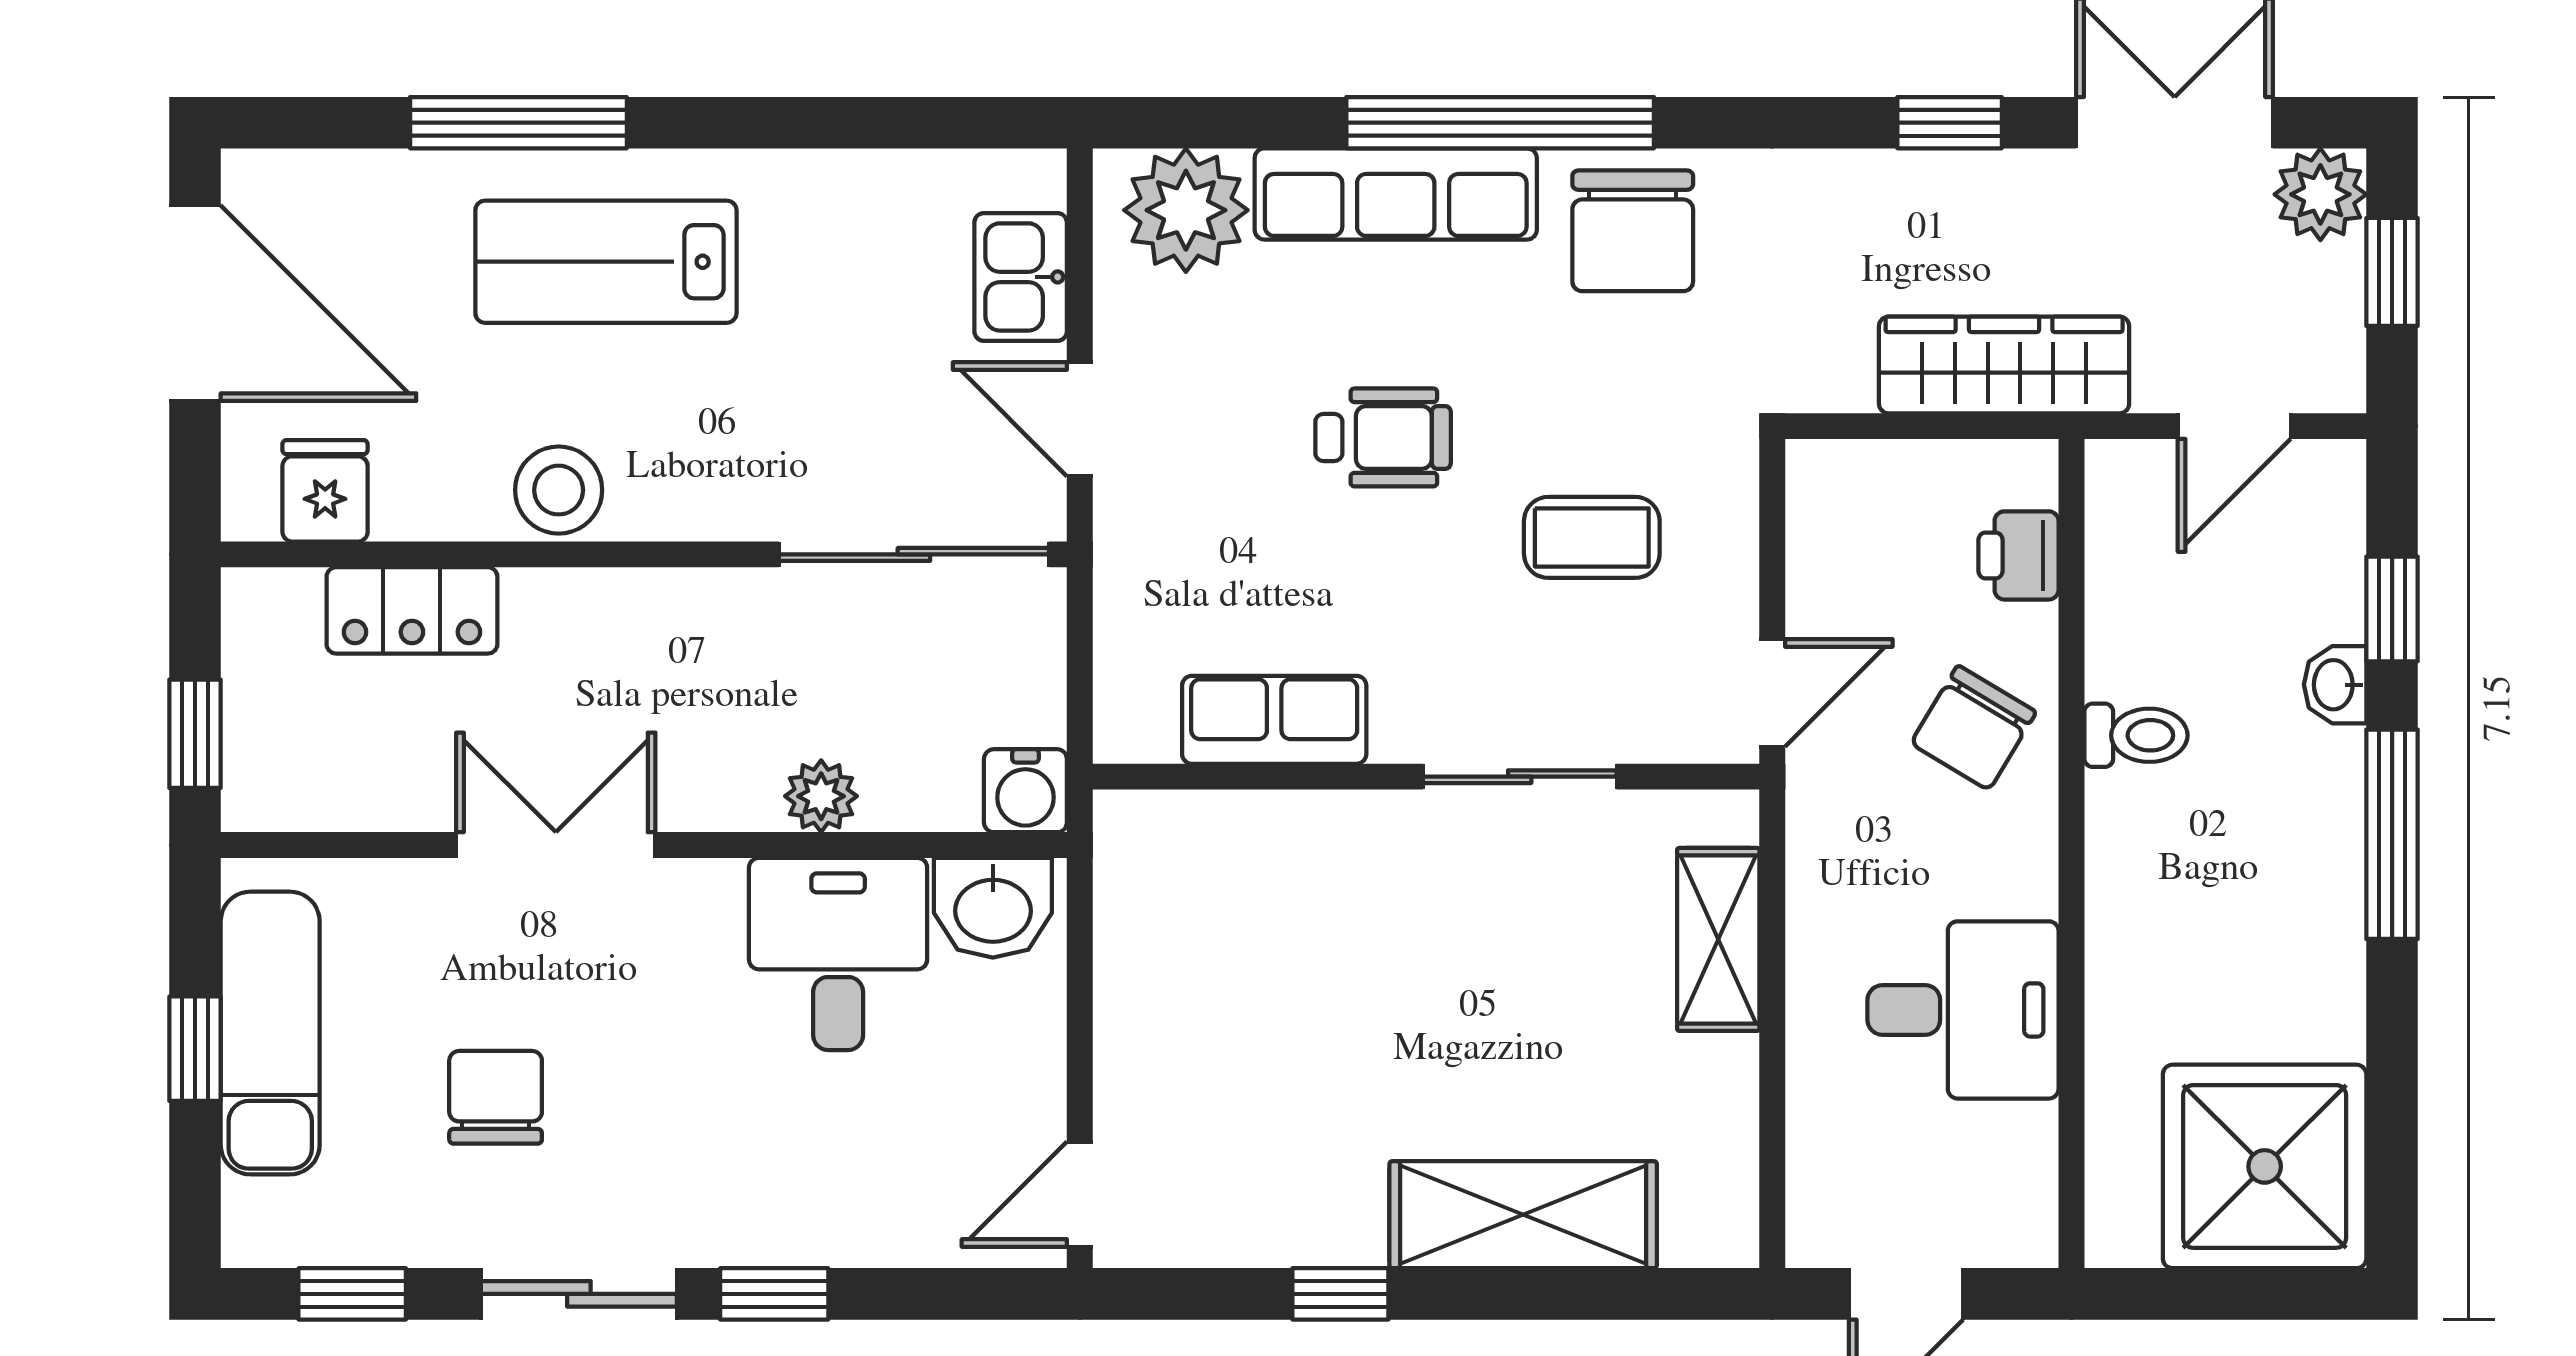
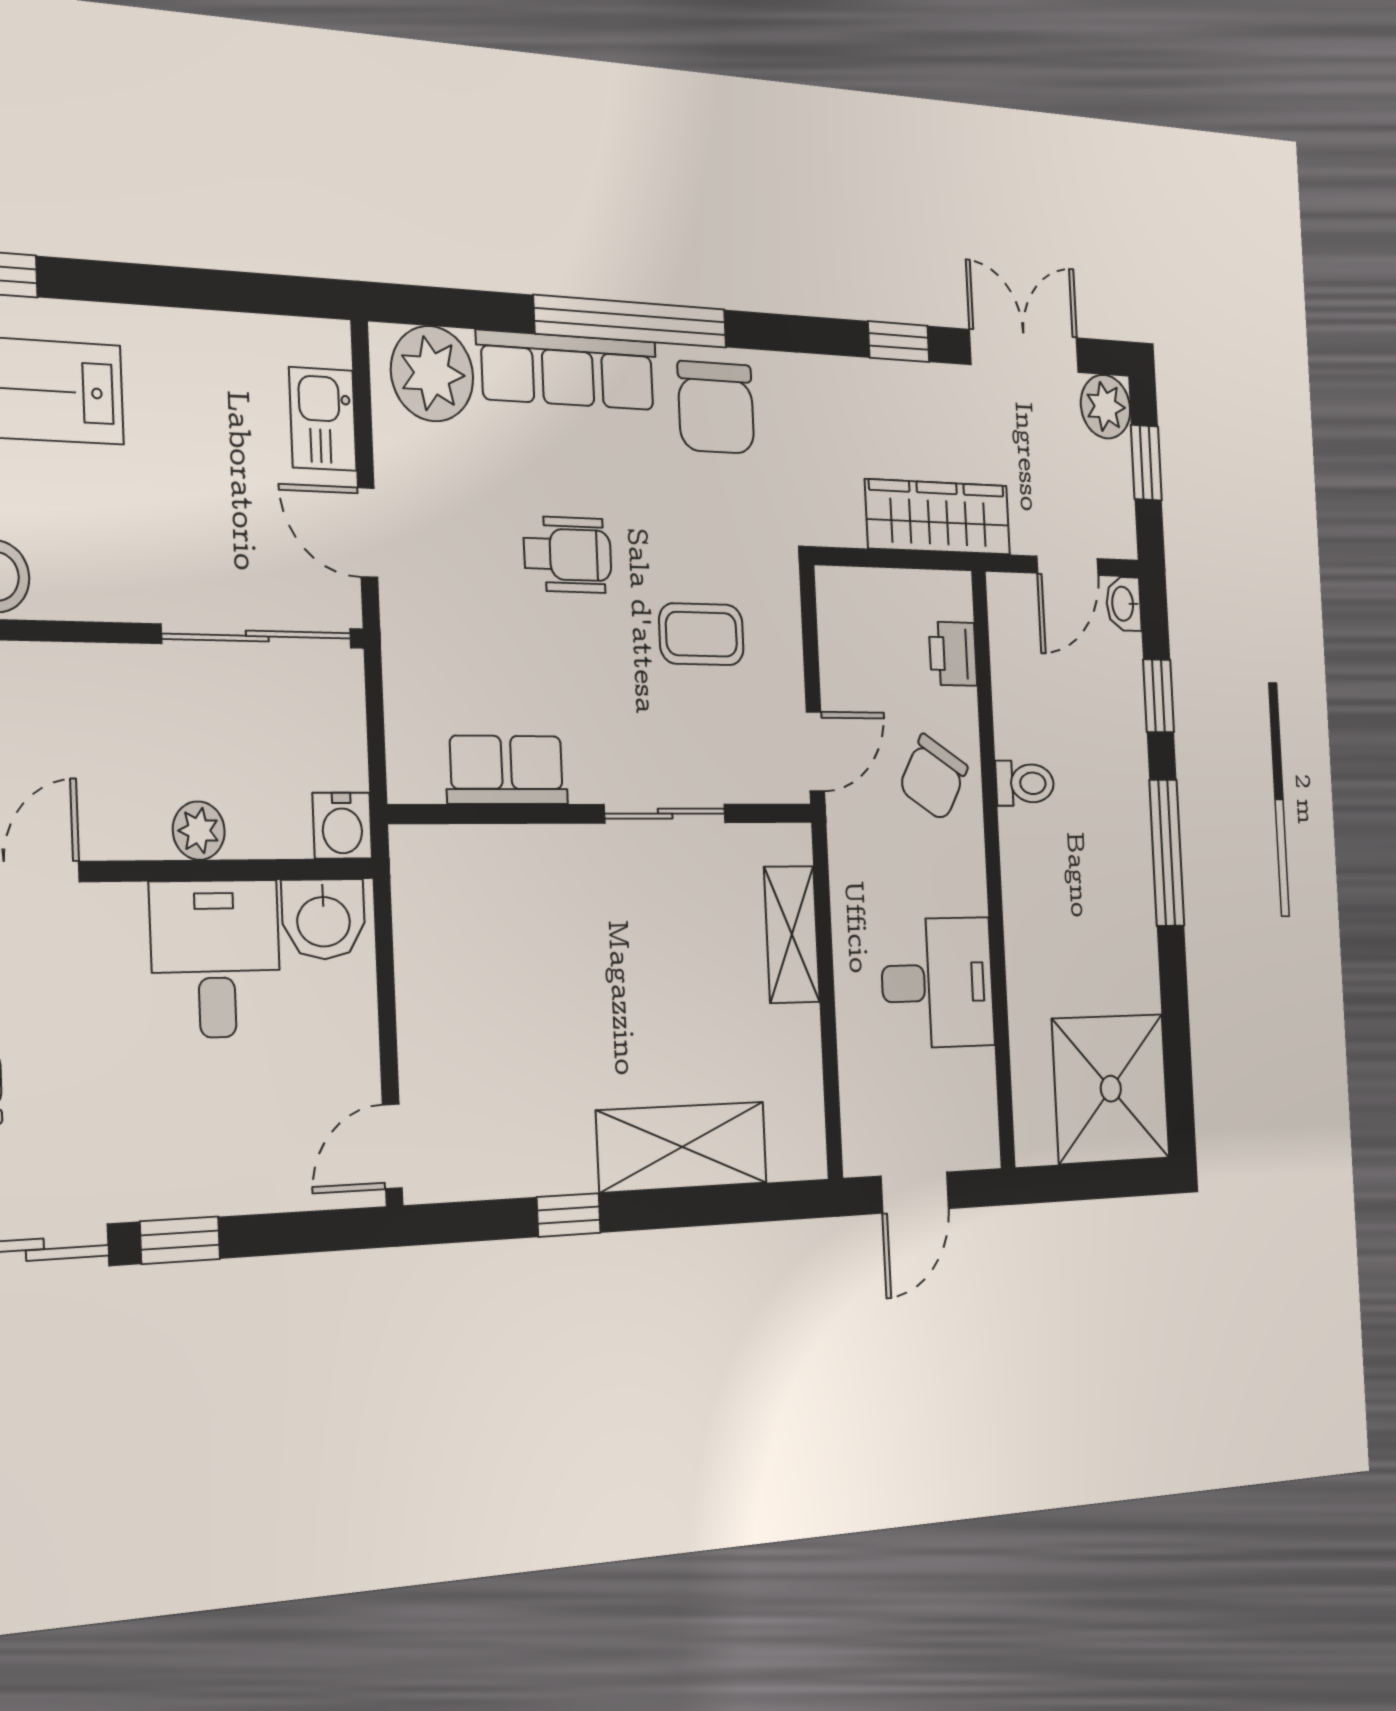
washbasin: (2335, 685) -> (1124, 604), moved

